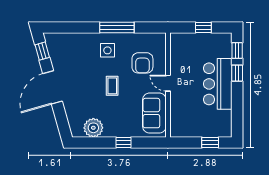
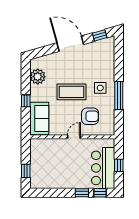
armchair: (142, 63) -> (90, 116), turned 180
bar counter: (218, 84) -> (103, 168), moved, turned -90
coffee table: (112, 86) -> (72, 92), width x1.86, depth x1.72
sofa: (154, 113) -> (39, 119), moved, turned 90

